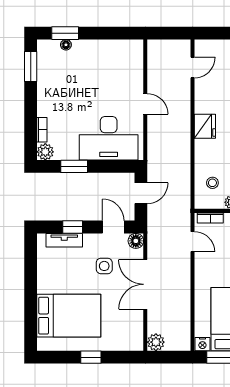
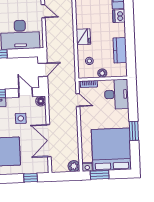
fridge: (205, 126) -> (83, 37), moved
double door: (145, 284) -> (49, 141), moved
plant: (156, 342) -> (74, 166), moved
window: (91, 357) -> (31, 178), moved

